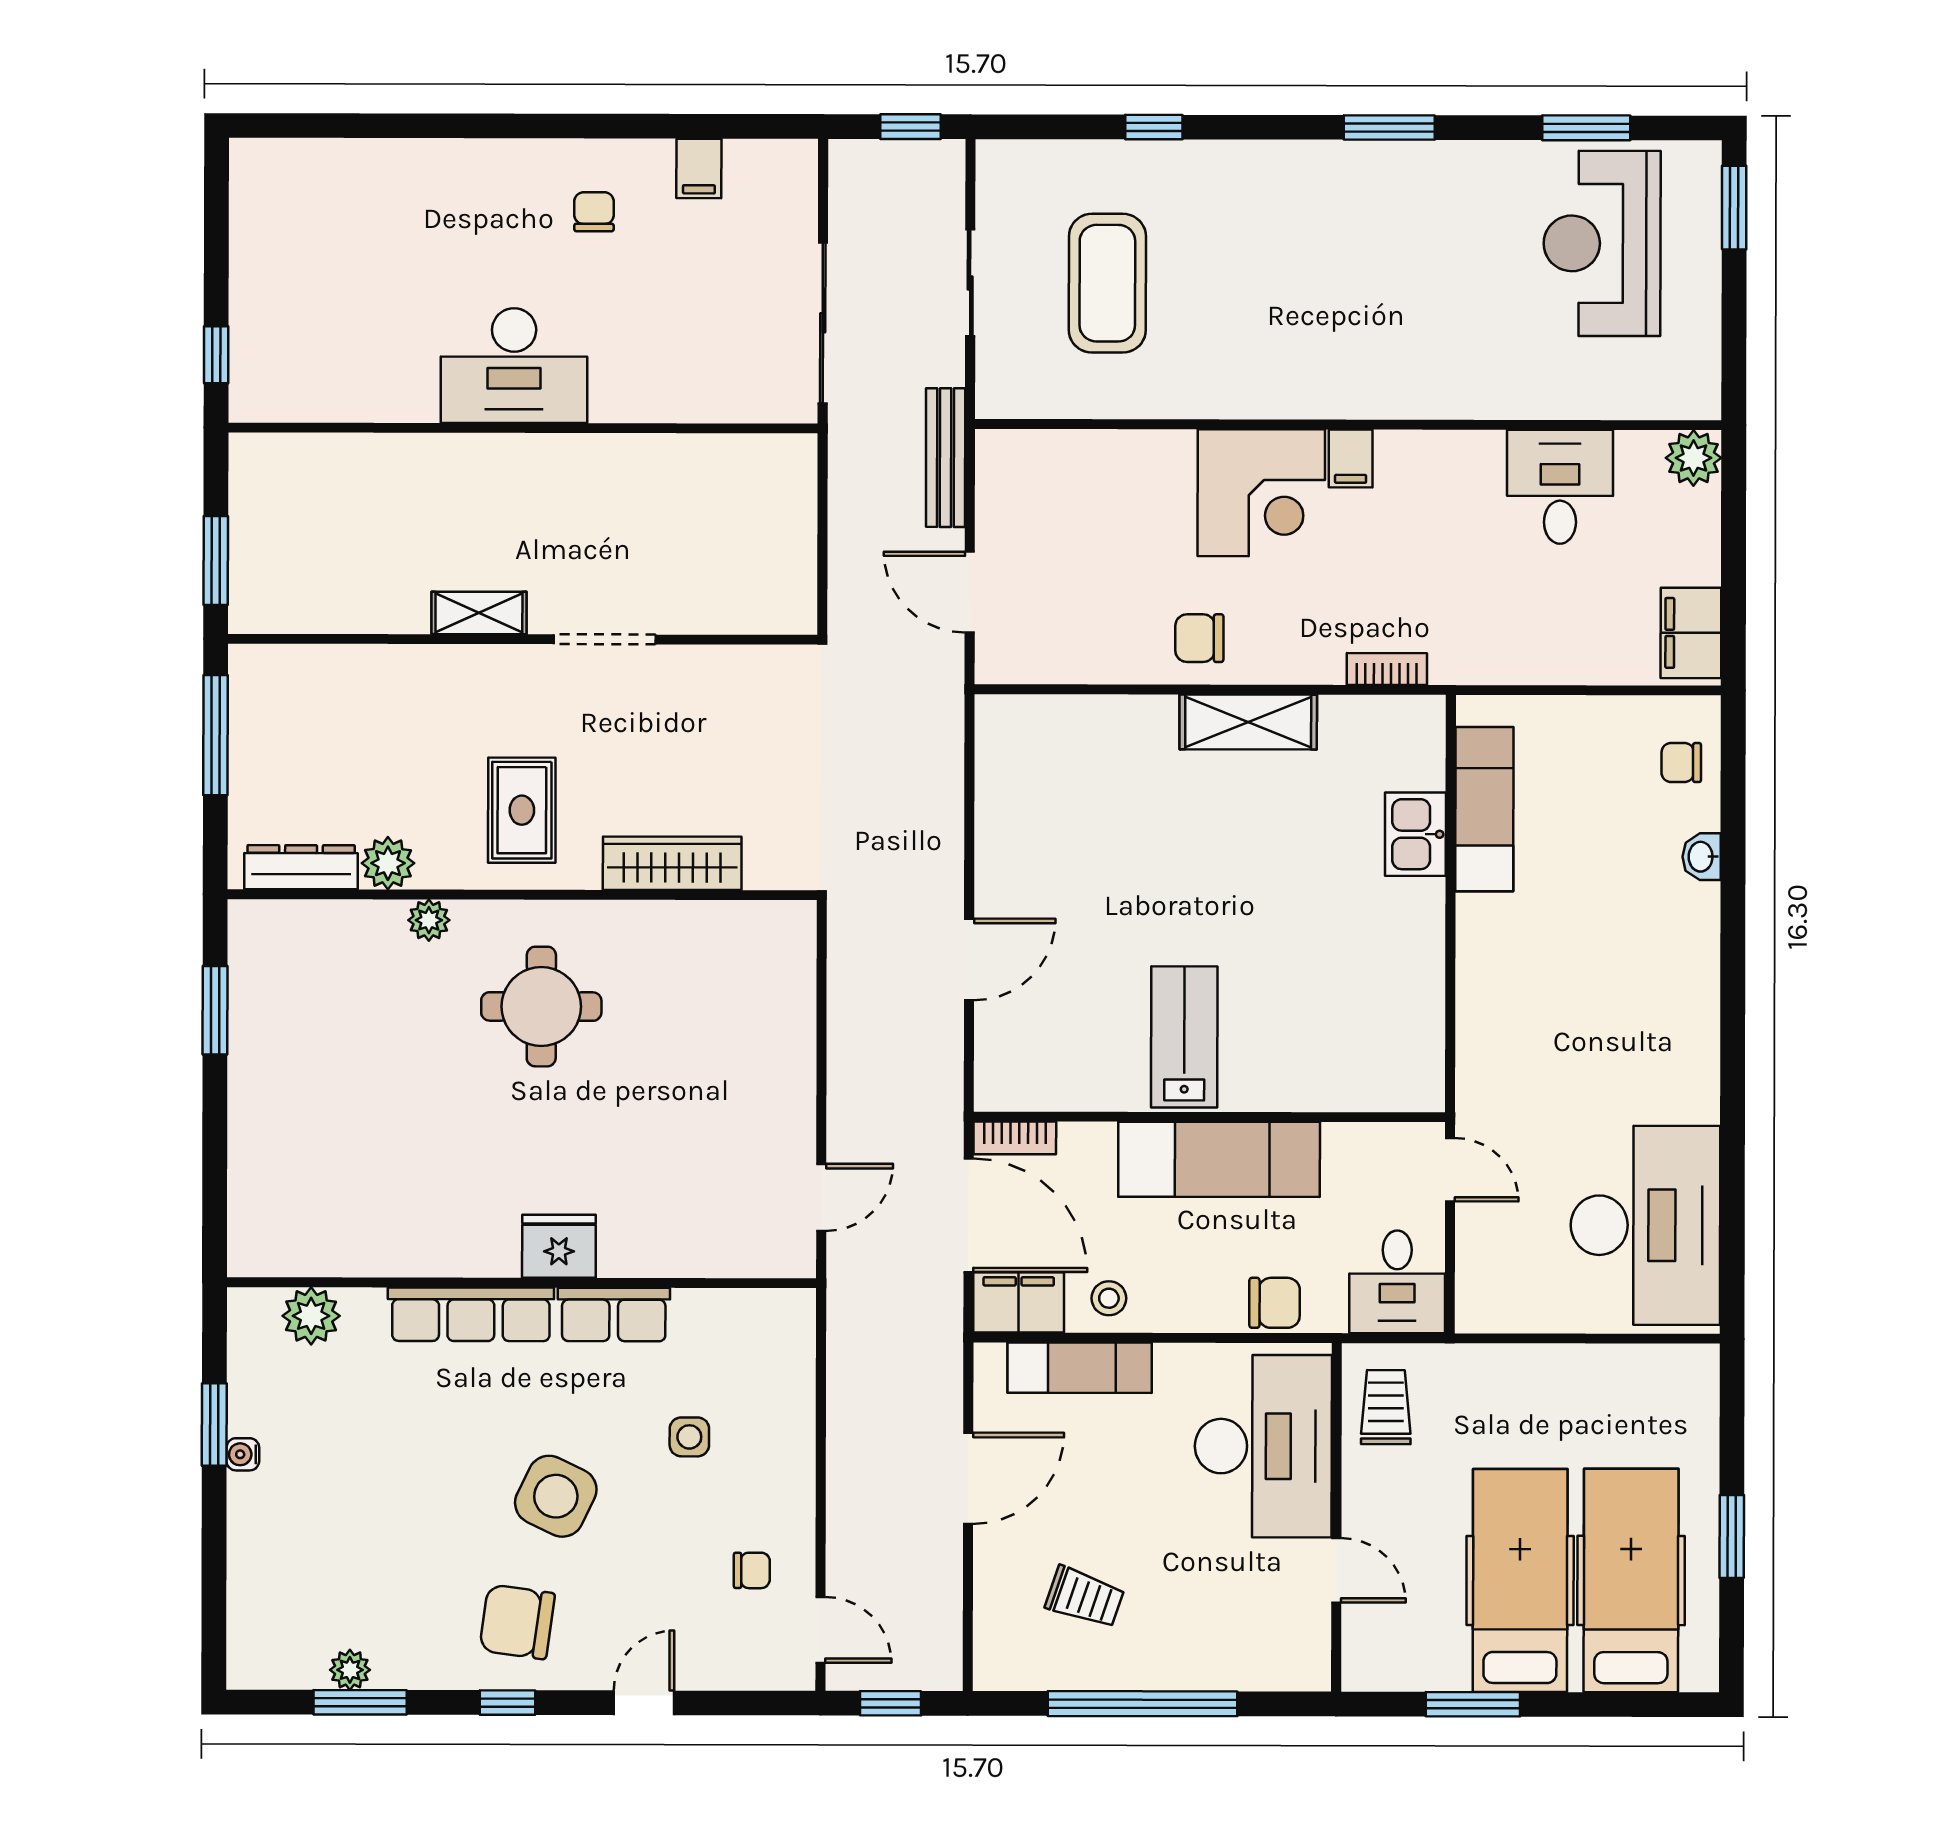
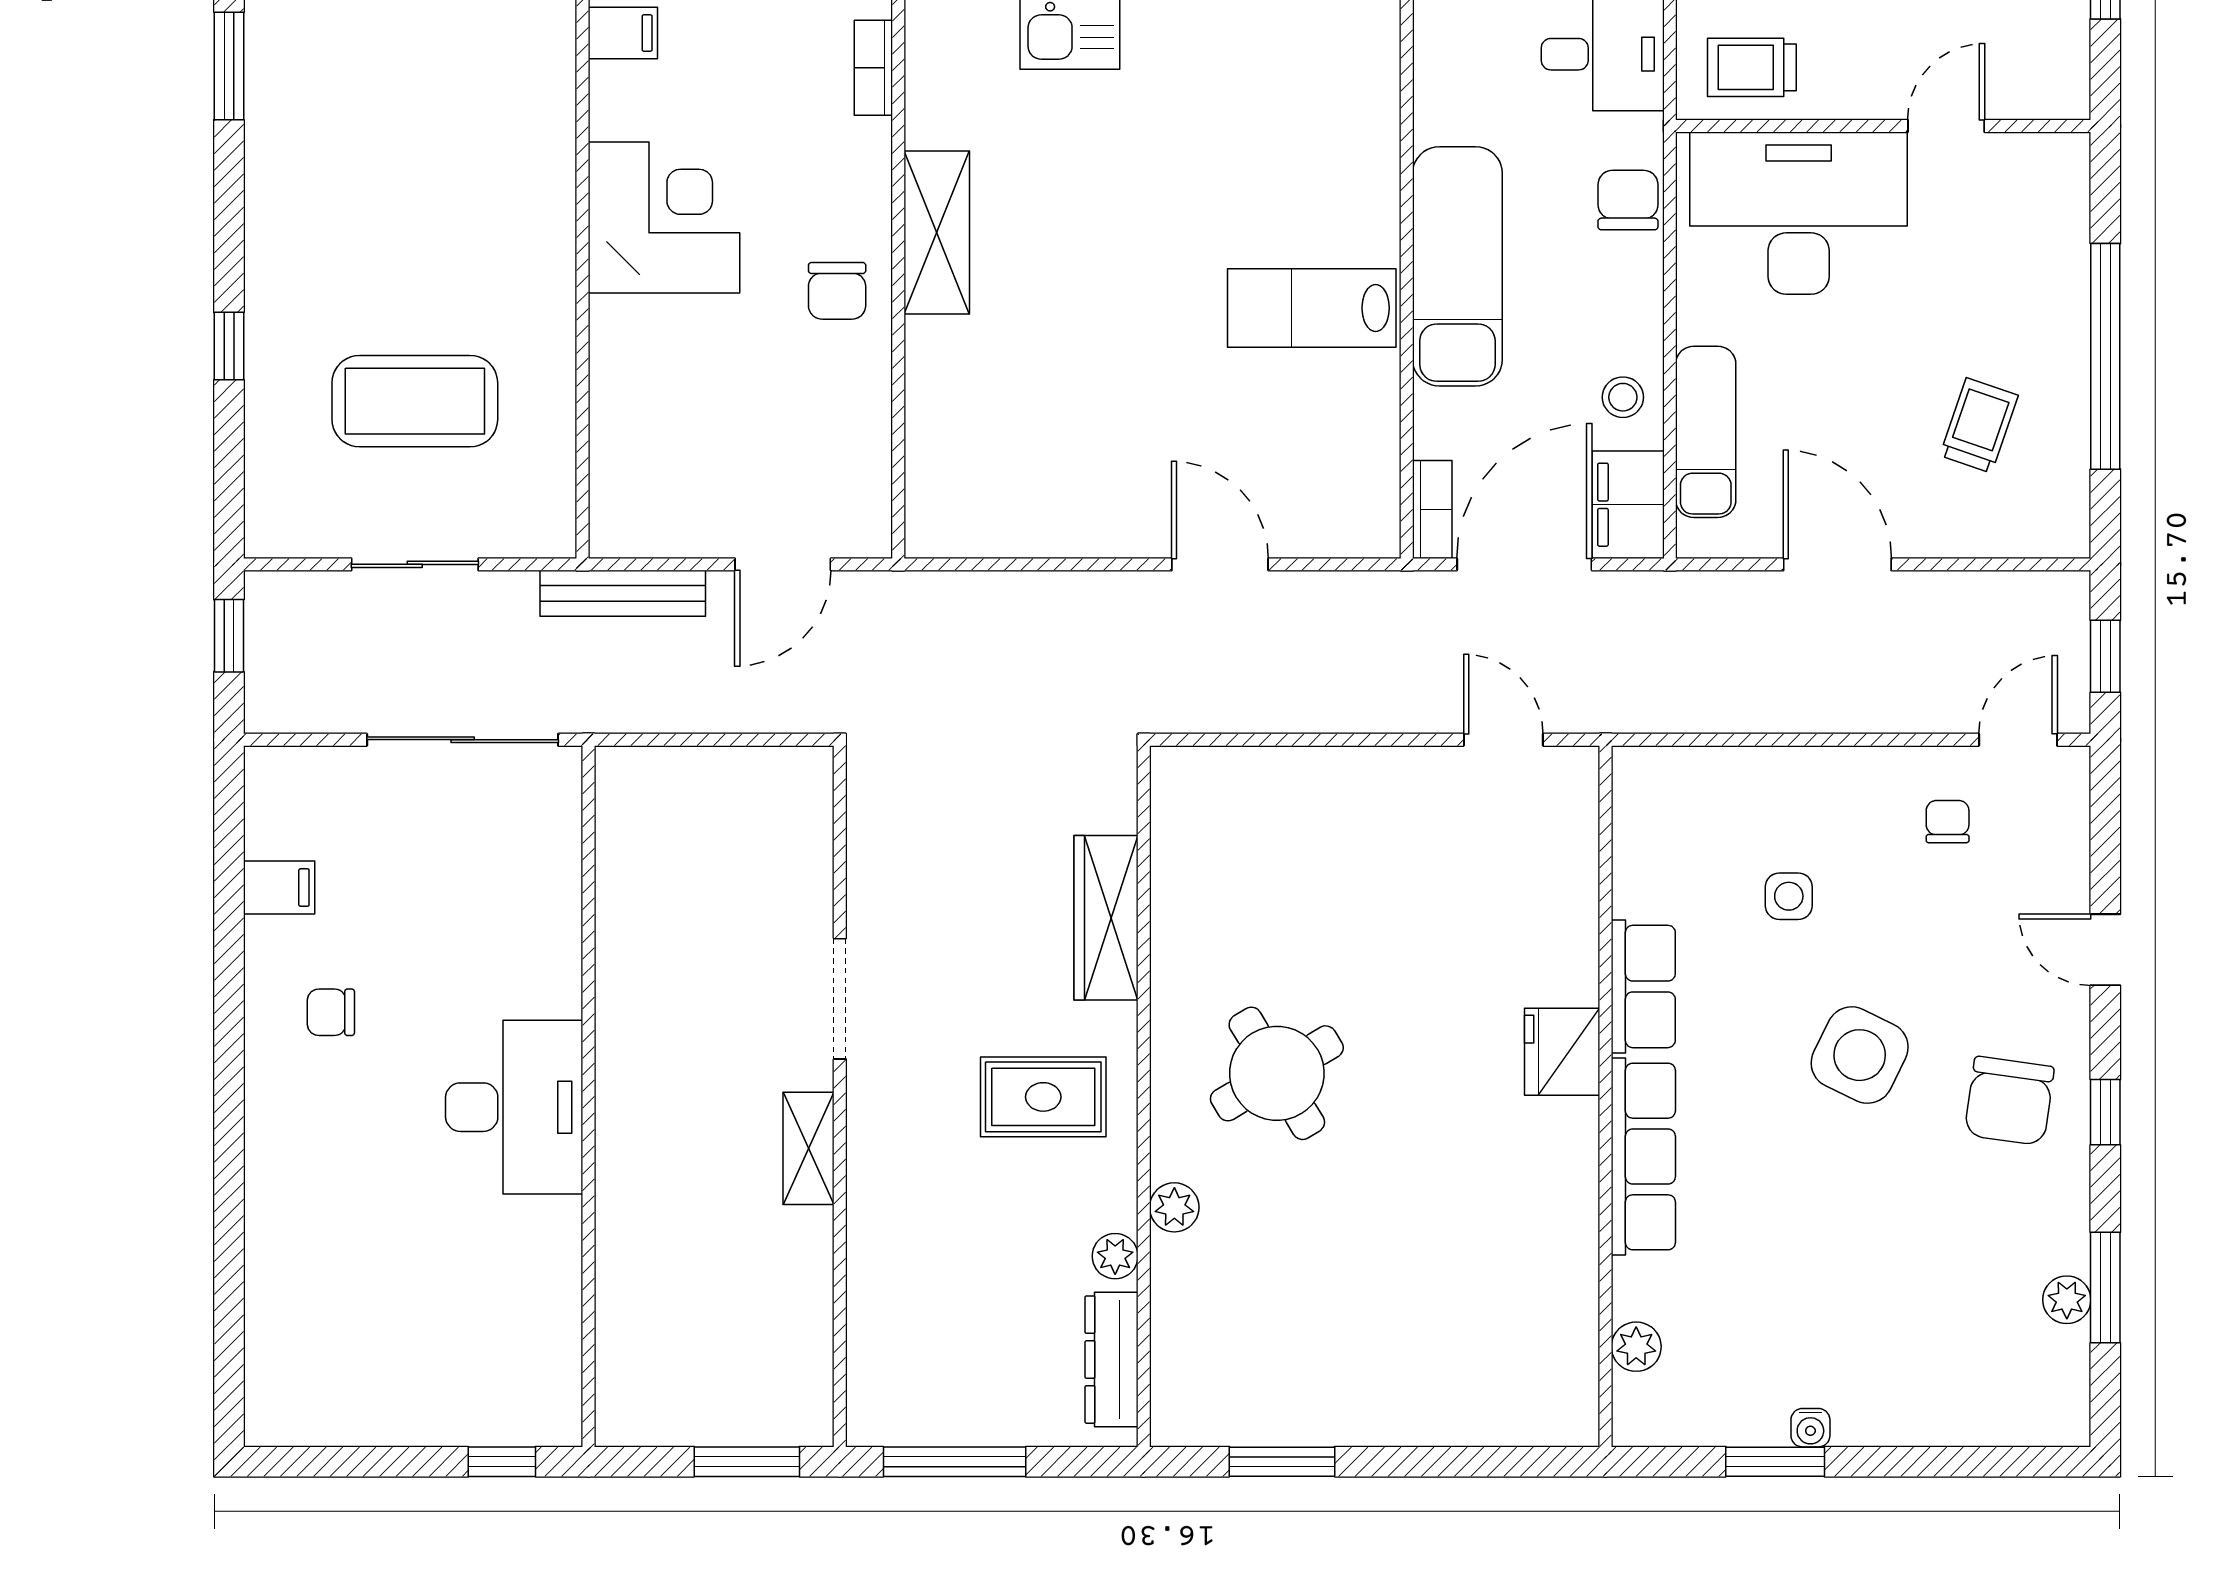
filing cabinet: (1351, 458) -> (623, 33), moved
plant: (388, 863) -> (1115, 1256), width x0.73, depth x0.73
round table: (541, 1007) -> (1277, 1073), turned -31
plant: (311, 1316) -> (1636, 1347), width x0.73, depth x0.73

